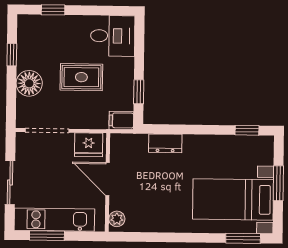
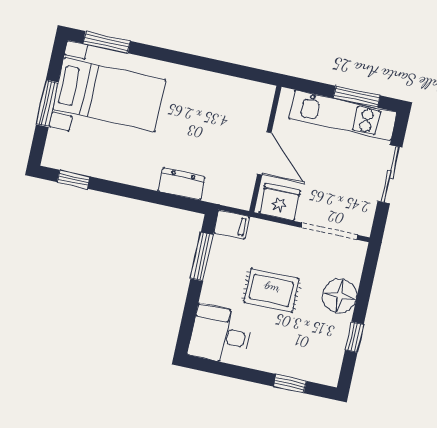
window: (139, 92) -> (202, 257), width x1.50
plant: (117, 219) -> (263, 100), removed

